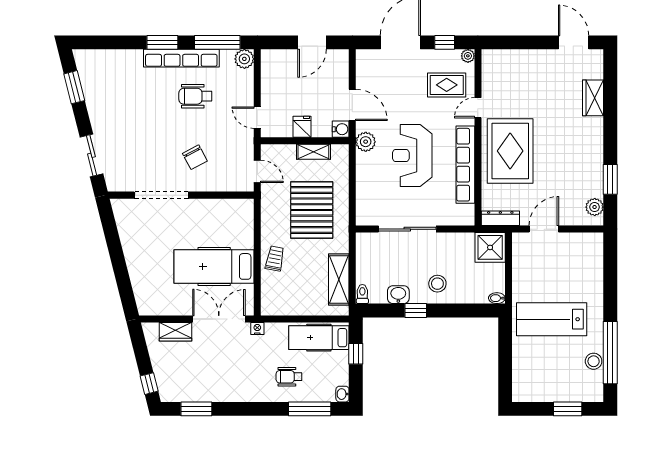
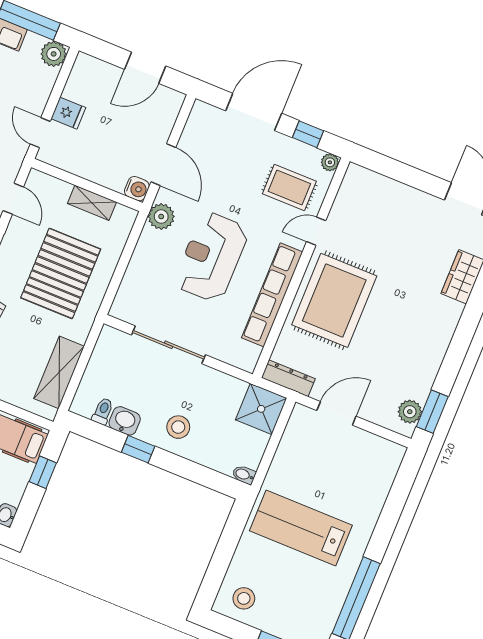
fridge: (302, 127) -> (68, 113), moved, turned 90
window: (610, 179) -> (432, 412), moved
toilet: (362, 294) -> (103, 411), moved
stool: (594, 361) -> (244, 598), moved

